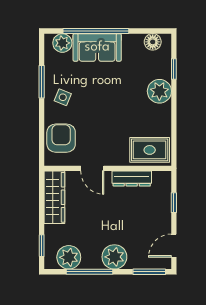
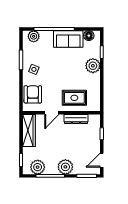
sofa: (97, 47) -> (68, 39), moved
rug: (150, 150) -> (74, 98), moved
door: (92, 168) -> (52, 113), hinge flipped

